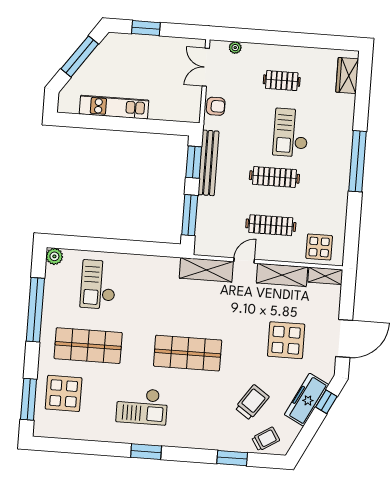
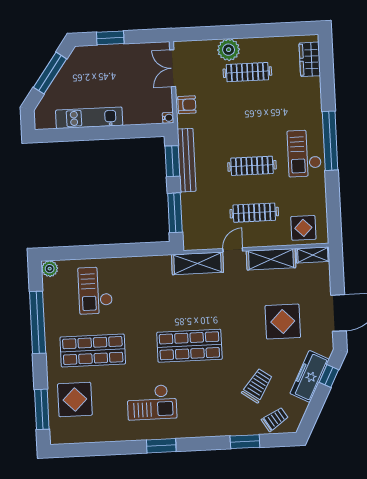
plant: (235, 48) -> (229, 50), moved, width x1.88, depth x1.88
clothes rail: (282, 81) -> (247, 72), width x1.36
water cooler: (195, 117) -> (168, 118), added
checkout: (291, 133) -> (304, 153), moved

